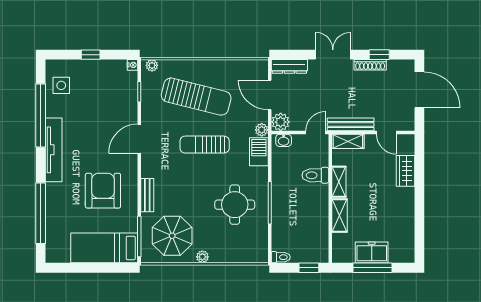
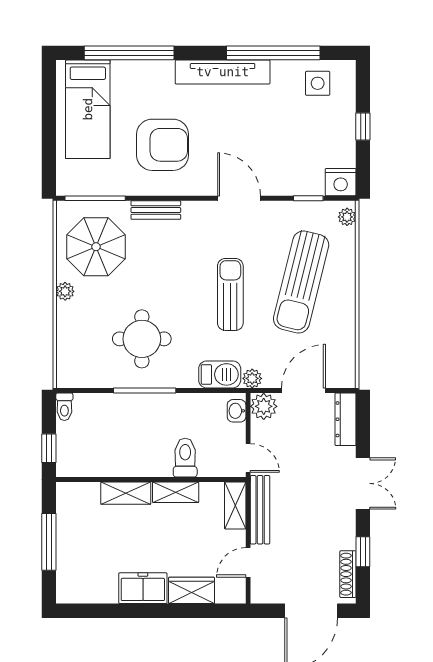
nightstand: (132, 65) -> (341, 182), width x1.89, depth x1.79
shoe rack: (370, 65) -> (348, 574), moved
bed: (104, 248) -> (88, 109), moved, turned 180
freezer: (372, 252) -> (143, 588), moved, turned -90

